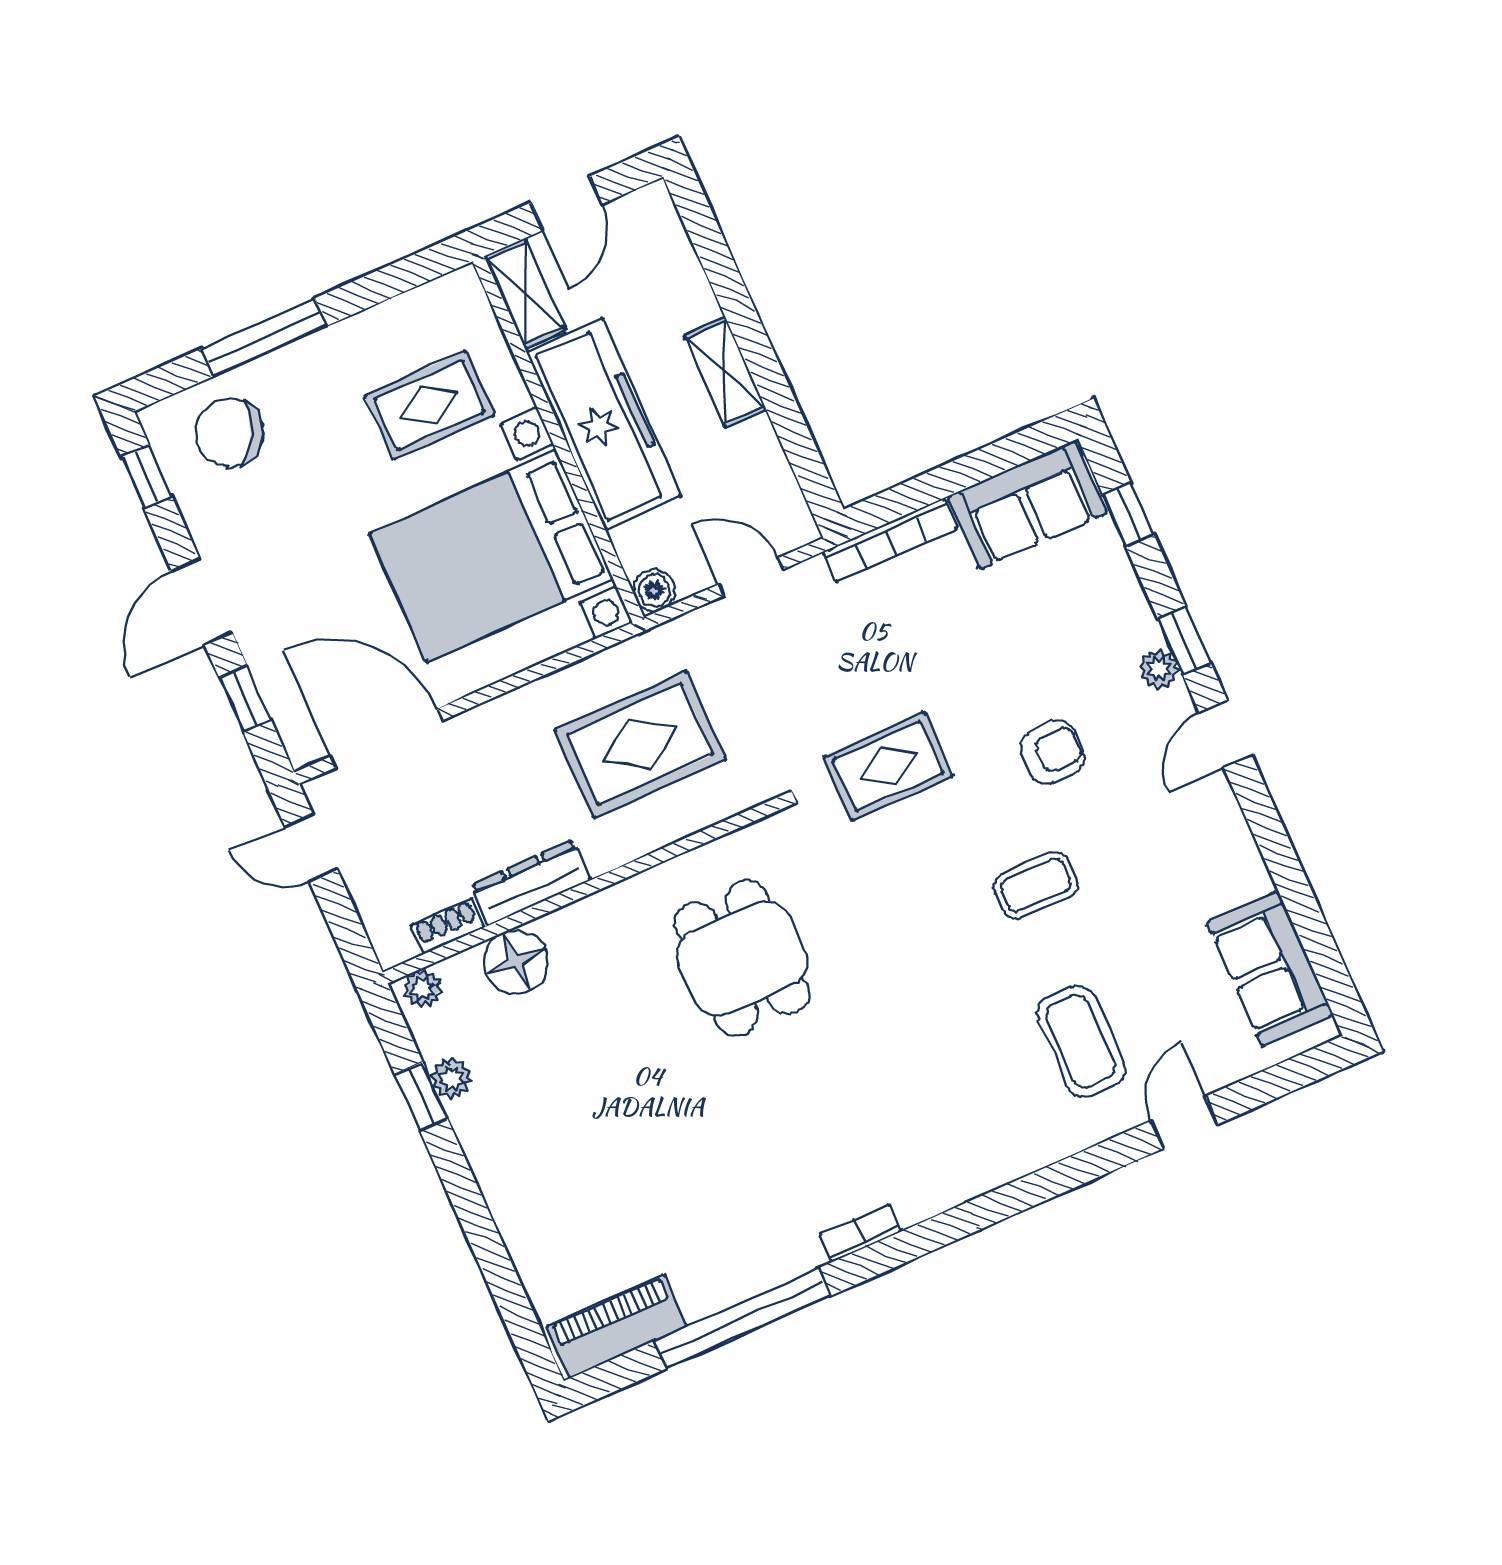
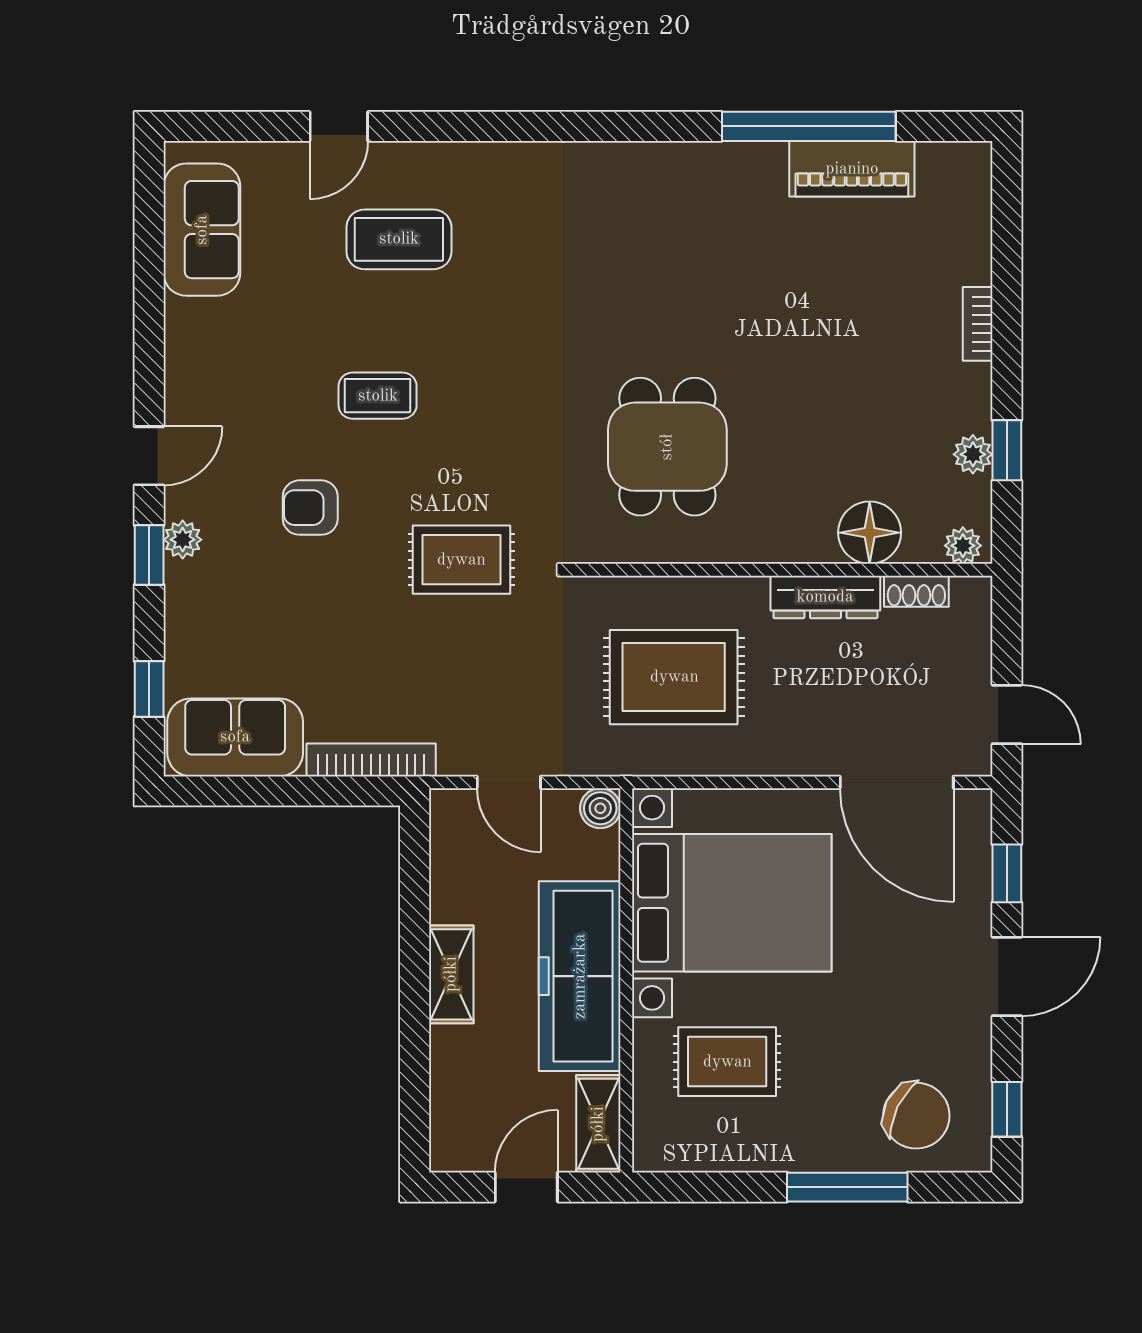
coffee table: (1081, 1041) -> (399, 239), turned 90
bookcase: (860, 1233) -> (978, 324), moved, turned 90
piano: (617, 1326) -> (852, 169), moved

